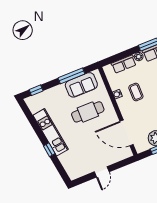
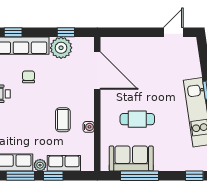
window: (127, 53) -> (53, 176), added
cafe table: (88, 112) -> (137, 119), width x0.73, depth x0.74
door: (102, 172) -> (173, 32), moved

